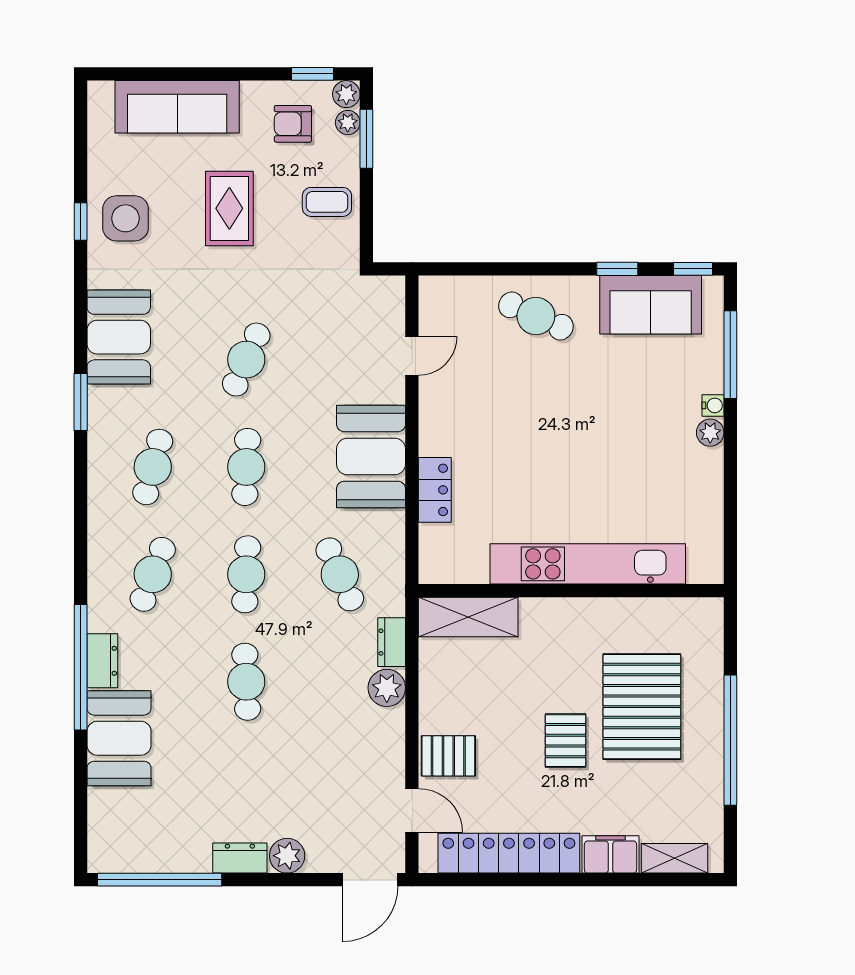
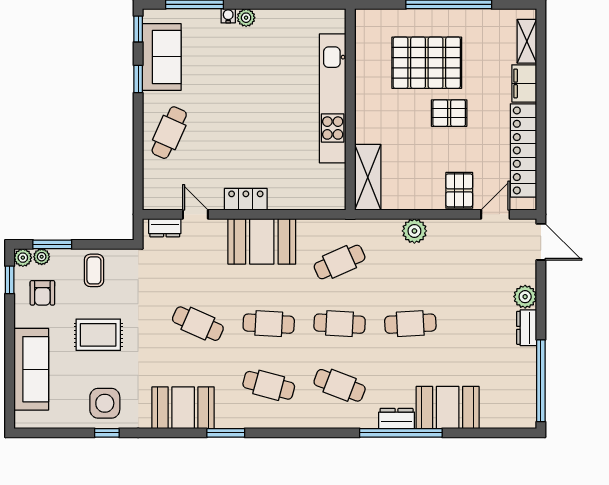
locker: (435, 490) -> (246, 199), moved
dresser: (392, 642) -> (165, 228), moved

